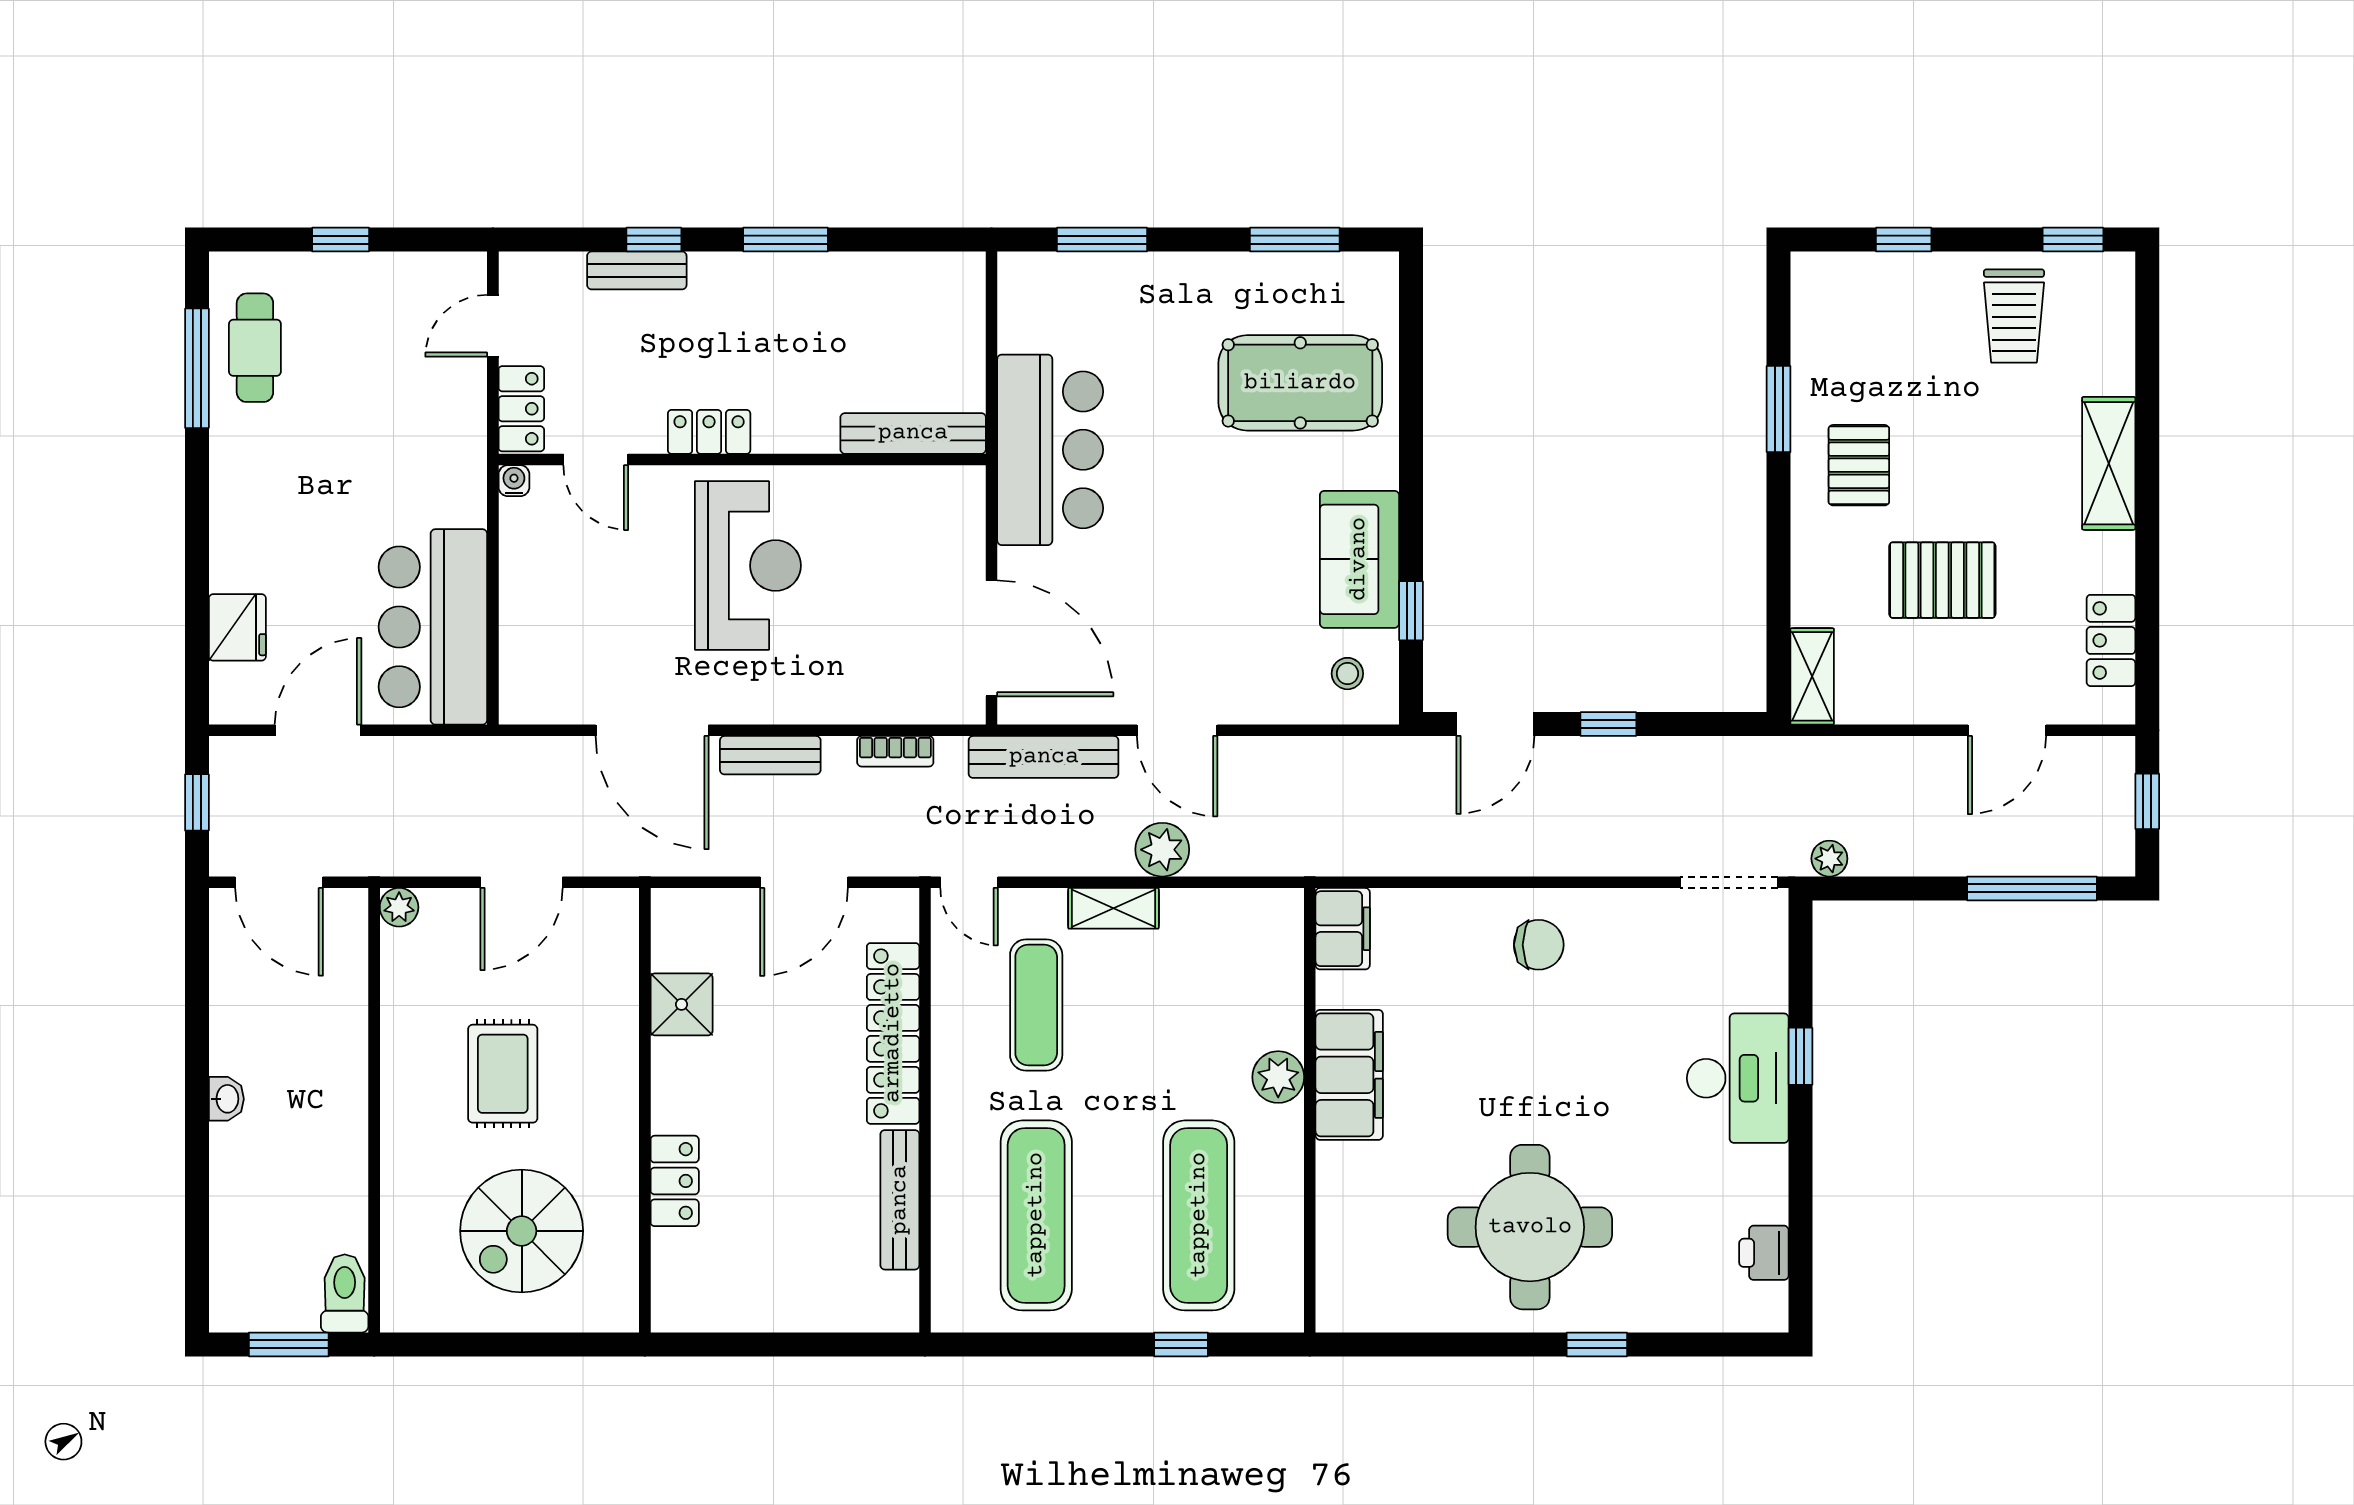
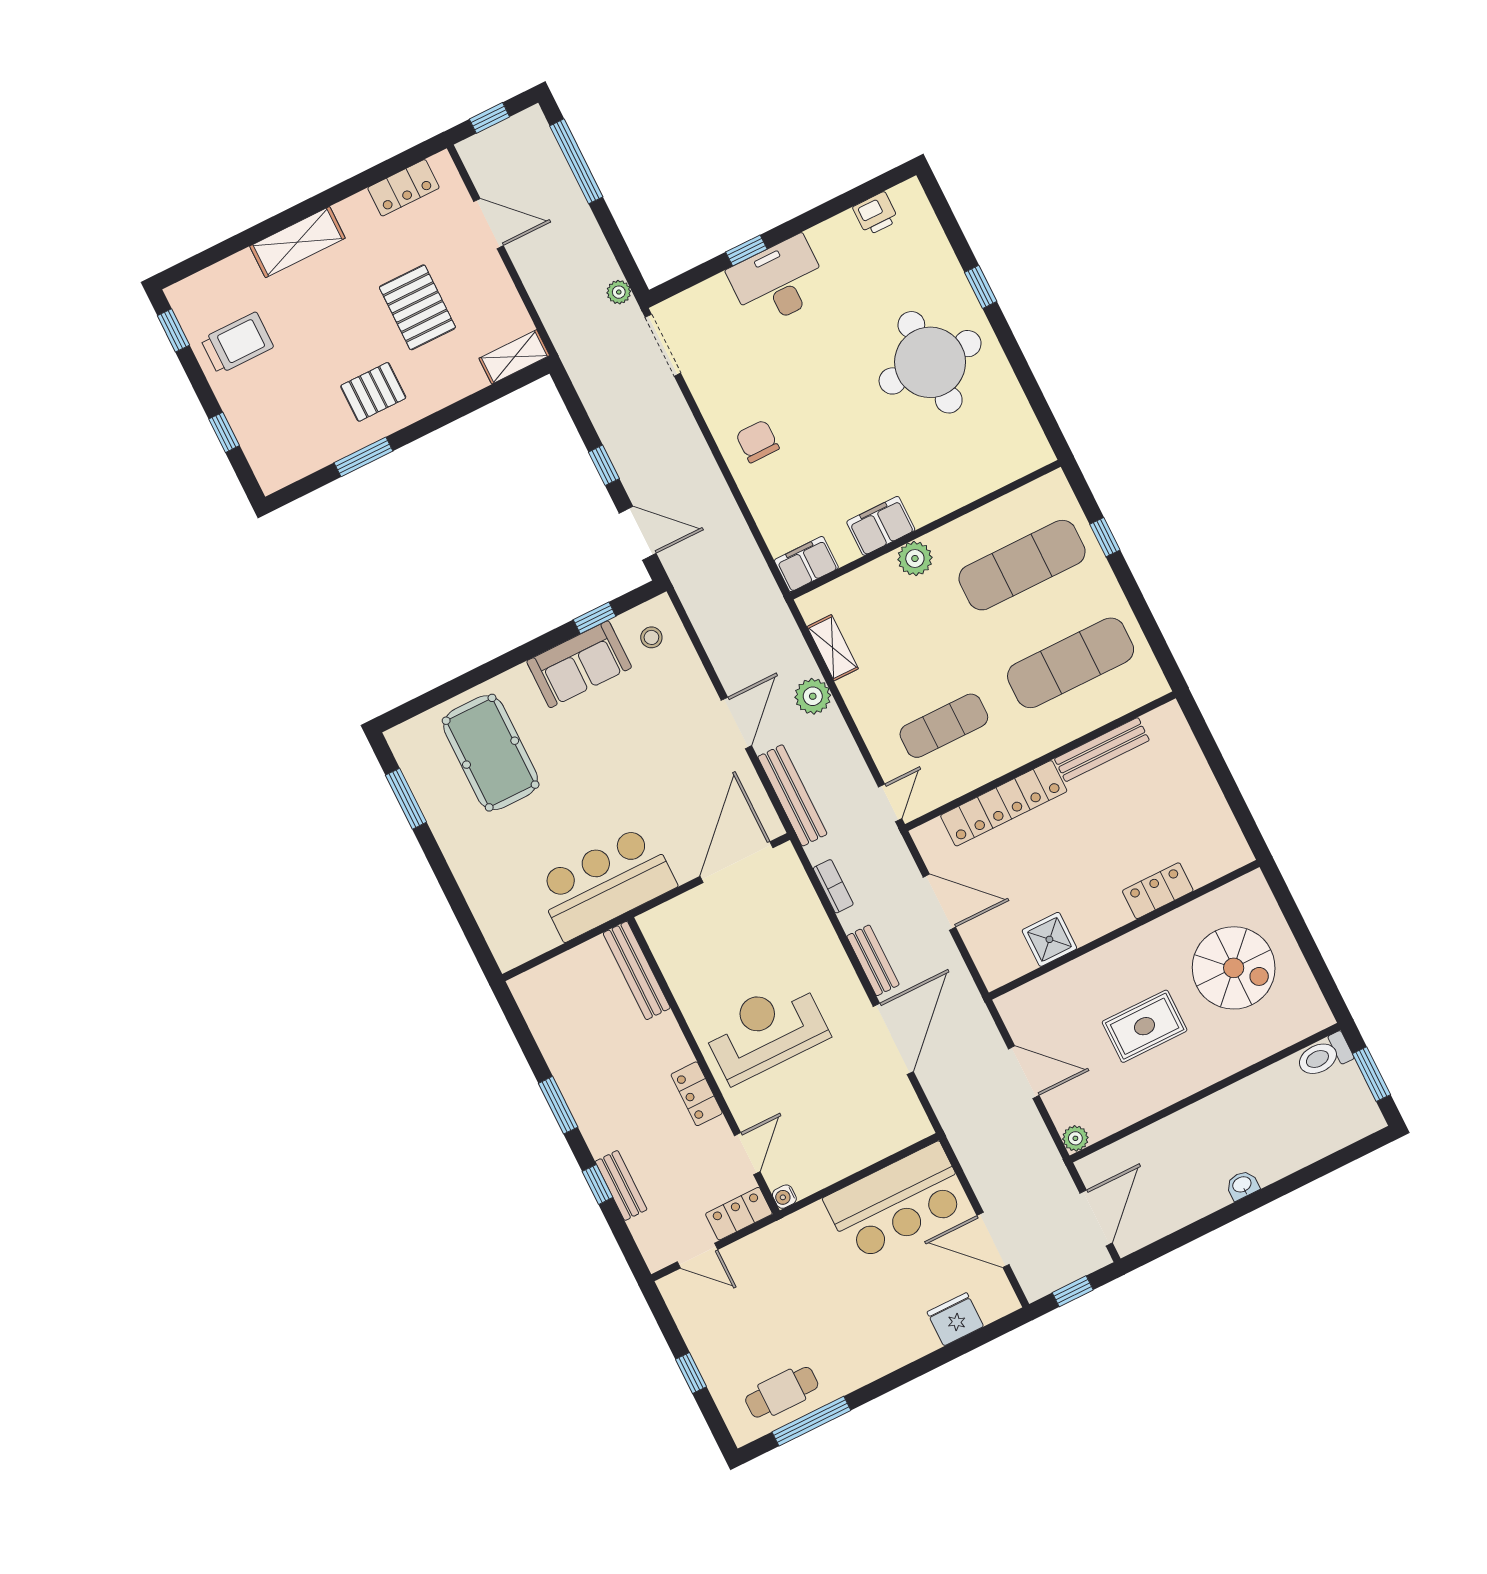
window: (1102, 240) -> (464, 915), removed
shelving: (1113, 908) -> (833, 648), moved
filing cabinet: (1349, 1075) -> (881, 526), width x0.67, depth x0.86

